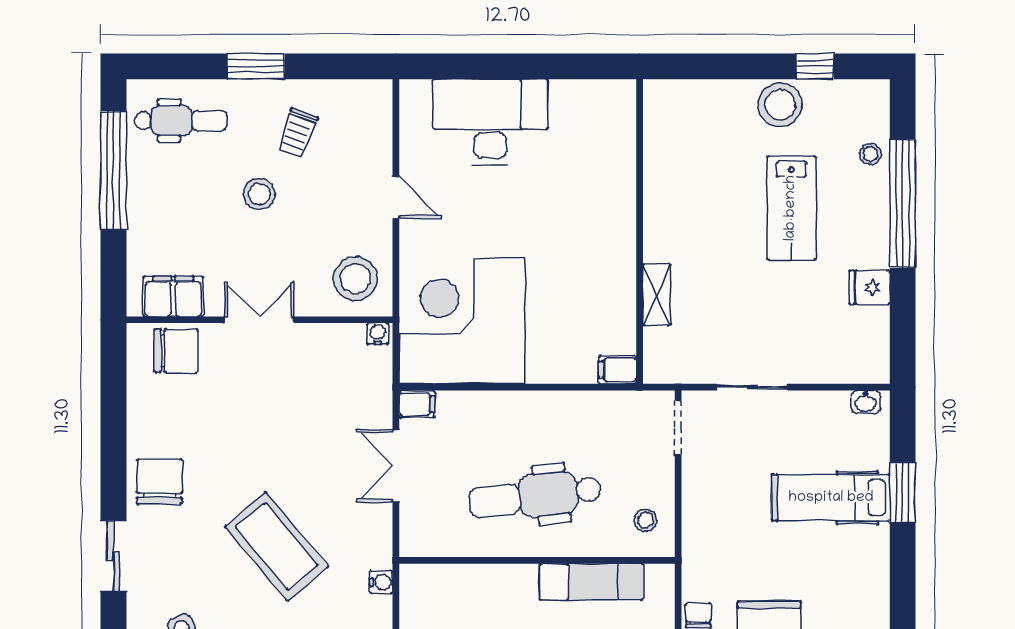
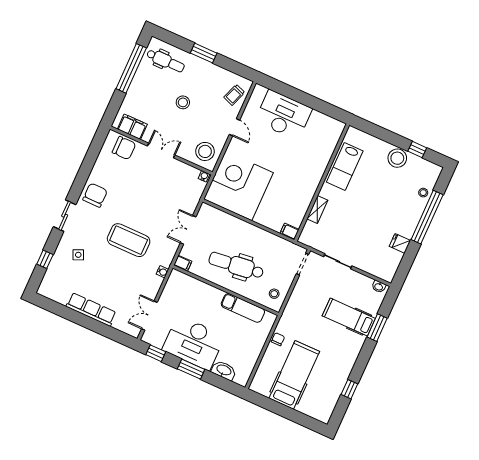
trolley: (297, 133) -> (234, 95), moved
lab bench: (791, 208) -> (345, 166), moved
filing cabinet: (417, 404) -> (183, 263), moved
coffee table: (276, 546) -> (129, 240), turned -50

